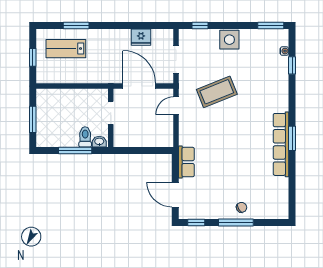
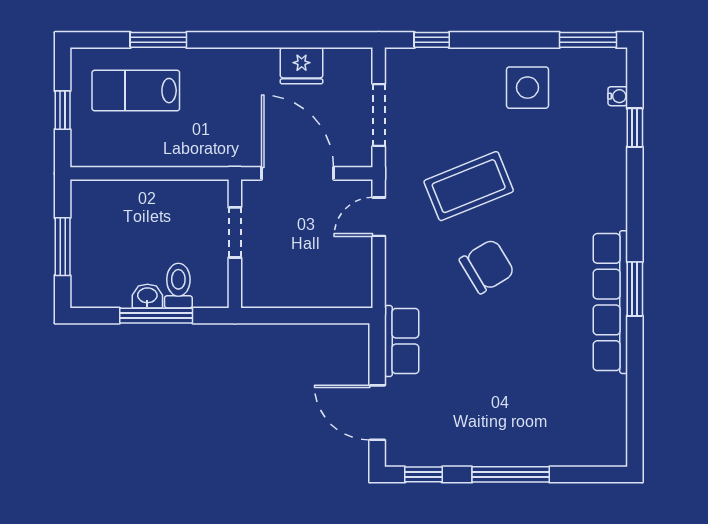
side table: (229, 40) -> (527, 88), moved
washbasin: (99, 142) -> (147, 296), moved
chair: (241, 207) -> (487, 266), moved, width x1.87, depth x1.87

